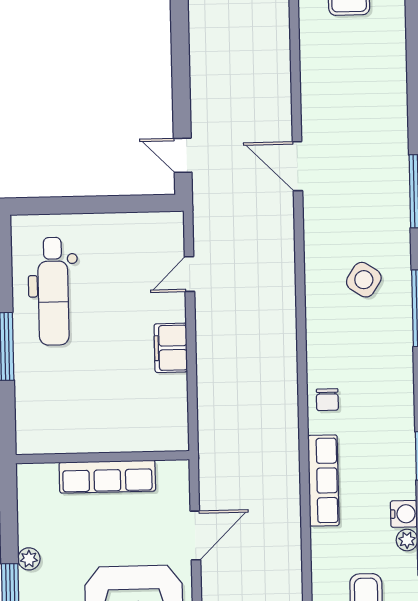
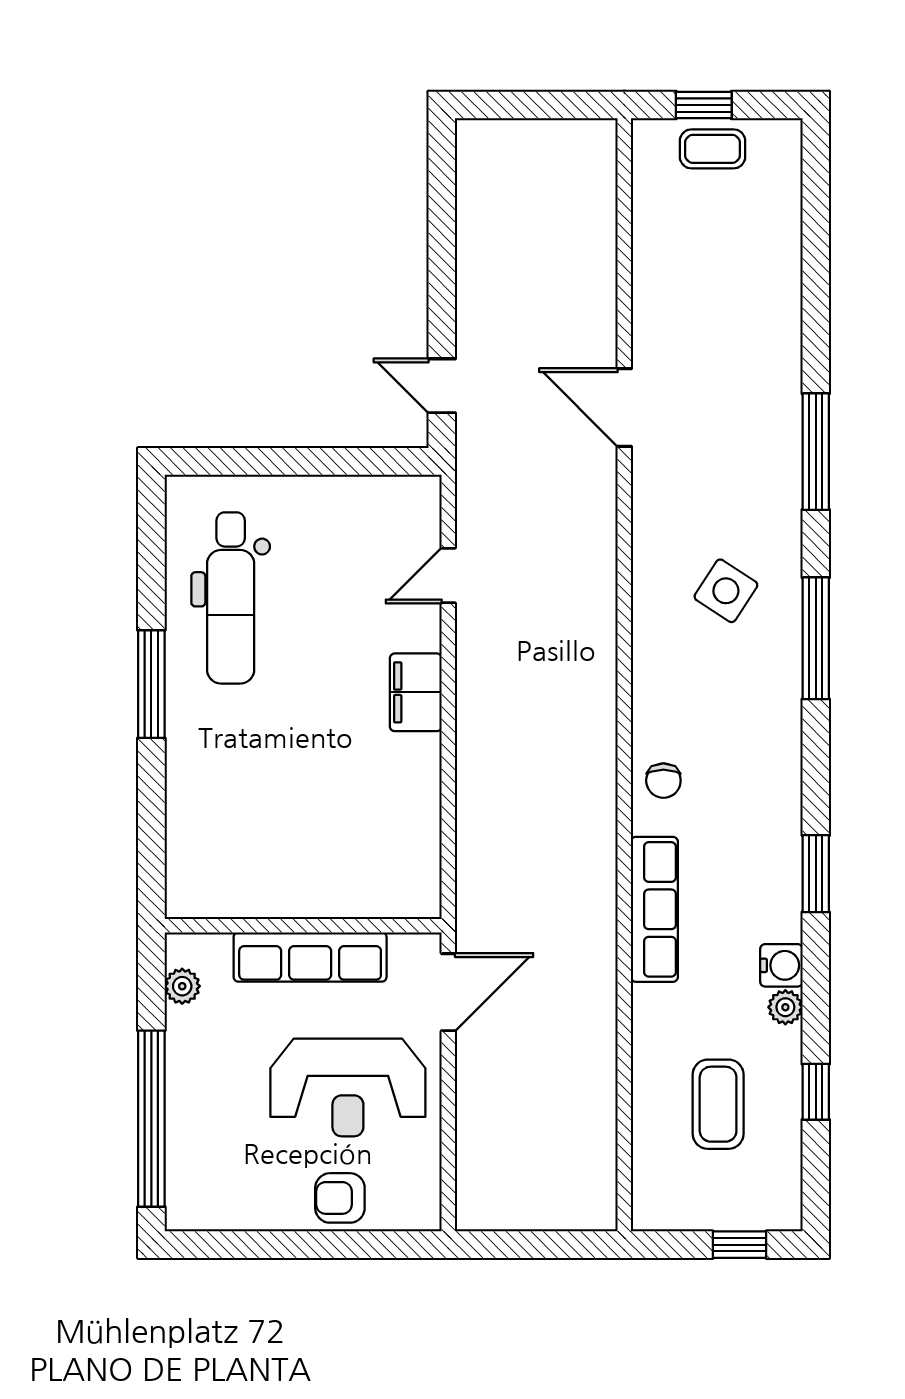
wall: (103, 457) -> (303, 926), moved
row of seats: (107, 477) -> (310, 957), moved
plant: (29, 559) -> (182, 986), moved

